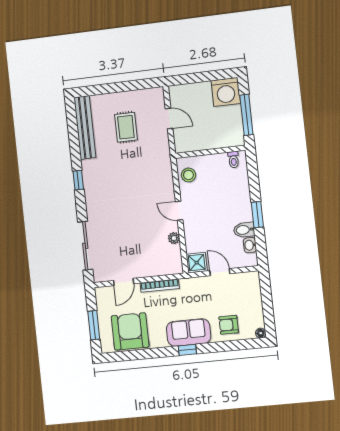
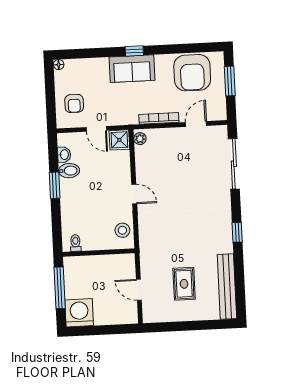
plant: (174, 238) -> (140, 139), moved
armchair: (229, 325) -> (74, 103), moved, turned 90

